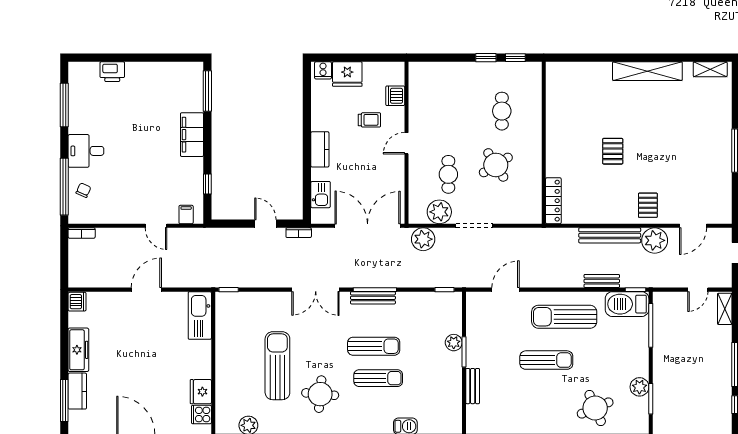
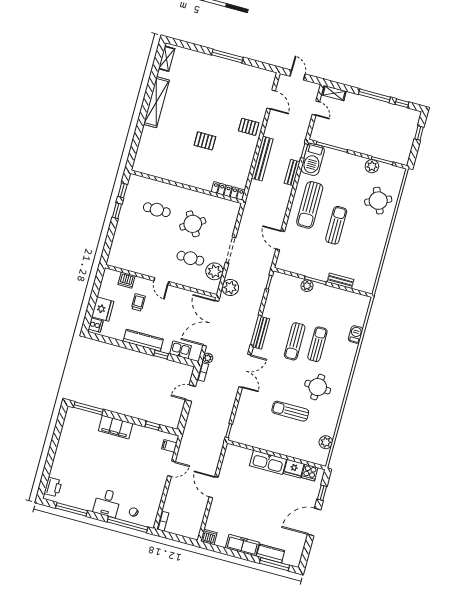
printer: (112, 72) -> (53, 487), moved
kitchen counter: (320, 149) -> (143, 340), width x1.50
window: (307, 170) -> (161, 355), added
plant: (655, 240) -> (208, 358), moved, width x0.53, depth x0.53
kitchen sink: (200, 315) -> (268, 462), moved
sun lounger: (374, 346) -> (295, 341), turned 180
sun lounger: (277, 366) -> (290, 411), width x0.73, depth x0.75

